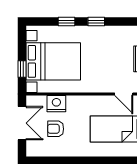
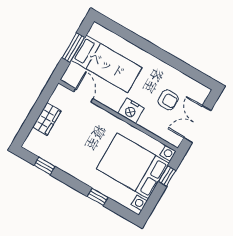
window: (96, 21) -> (44, 166), moved
nightstand: (56, 104) -> (131, 111), moved

